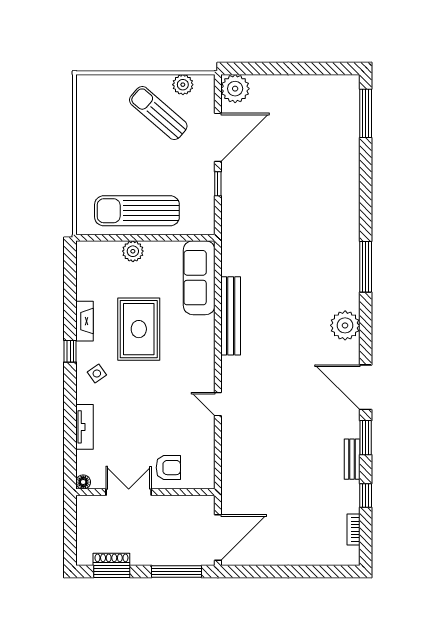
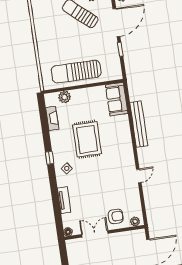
plant: (133, 251) -> (65, 97), moved
sofa: (199, 278) -> (117, 99), width x0.73
fireplace: (85, 321) -> (52, 118), moved
door: (218, 404) -> (139, 176), swing flipped
plant: (200, 481) -> (135, 221), added

